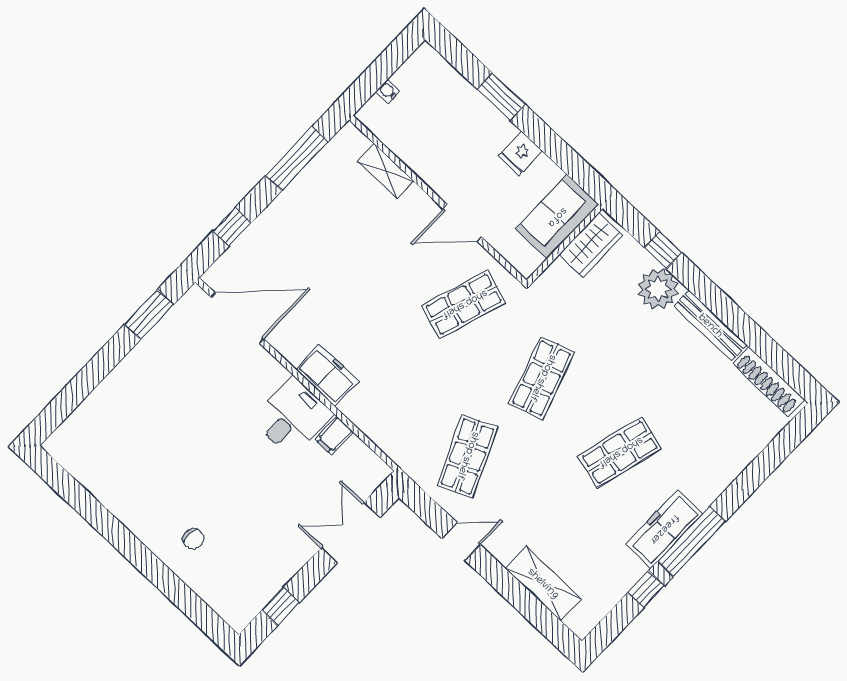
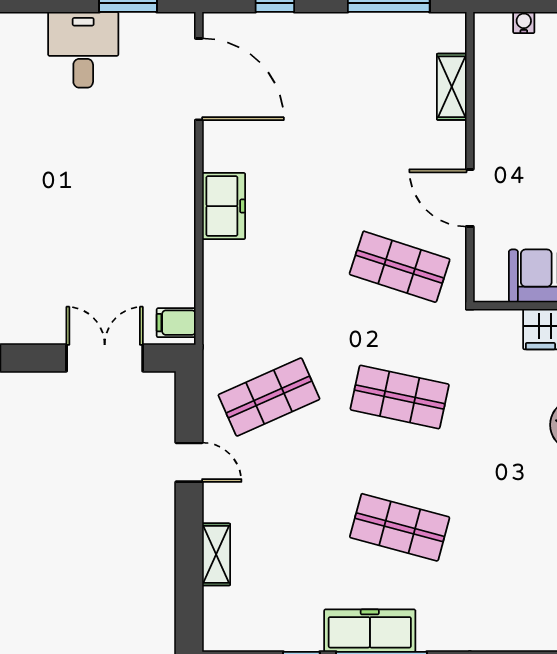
shop shelf: (542, 378) -> (400, 397), turned 30
desk: (292, 417) -> (83, 50), moved, turned -90
filing cabinet: (334, 436) -> (176, 323), moved
shelving: (543, 584) -> (216, 554), width x0.67, depth x0.75

